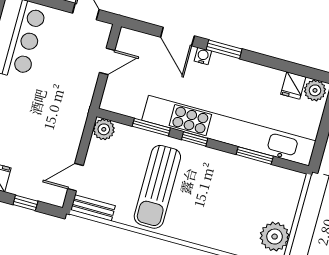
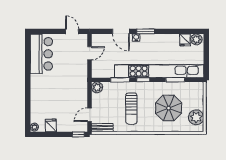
sun lounger: (157, 187) -> (131, 109), width x0.73, depth x0.75
window: (25, 203) -> (78, 134), moved
parasol: (228, 205) -> (169, 108), added

